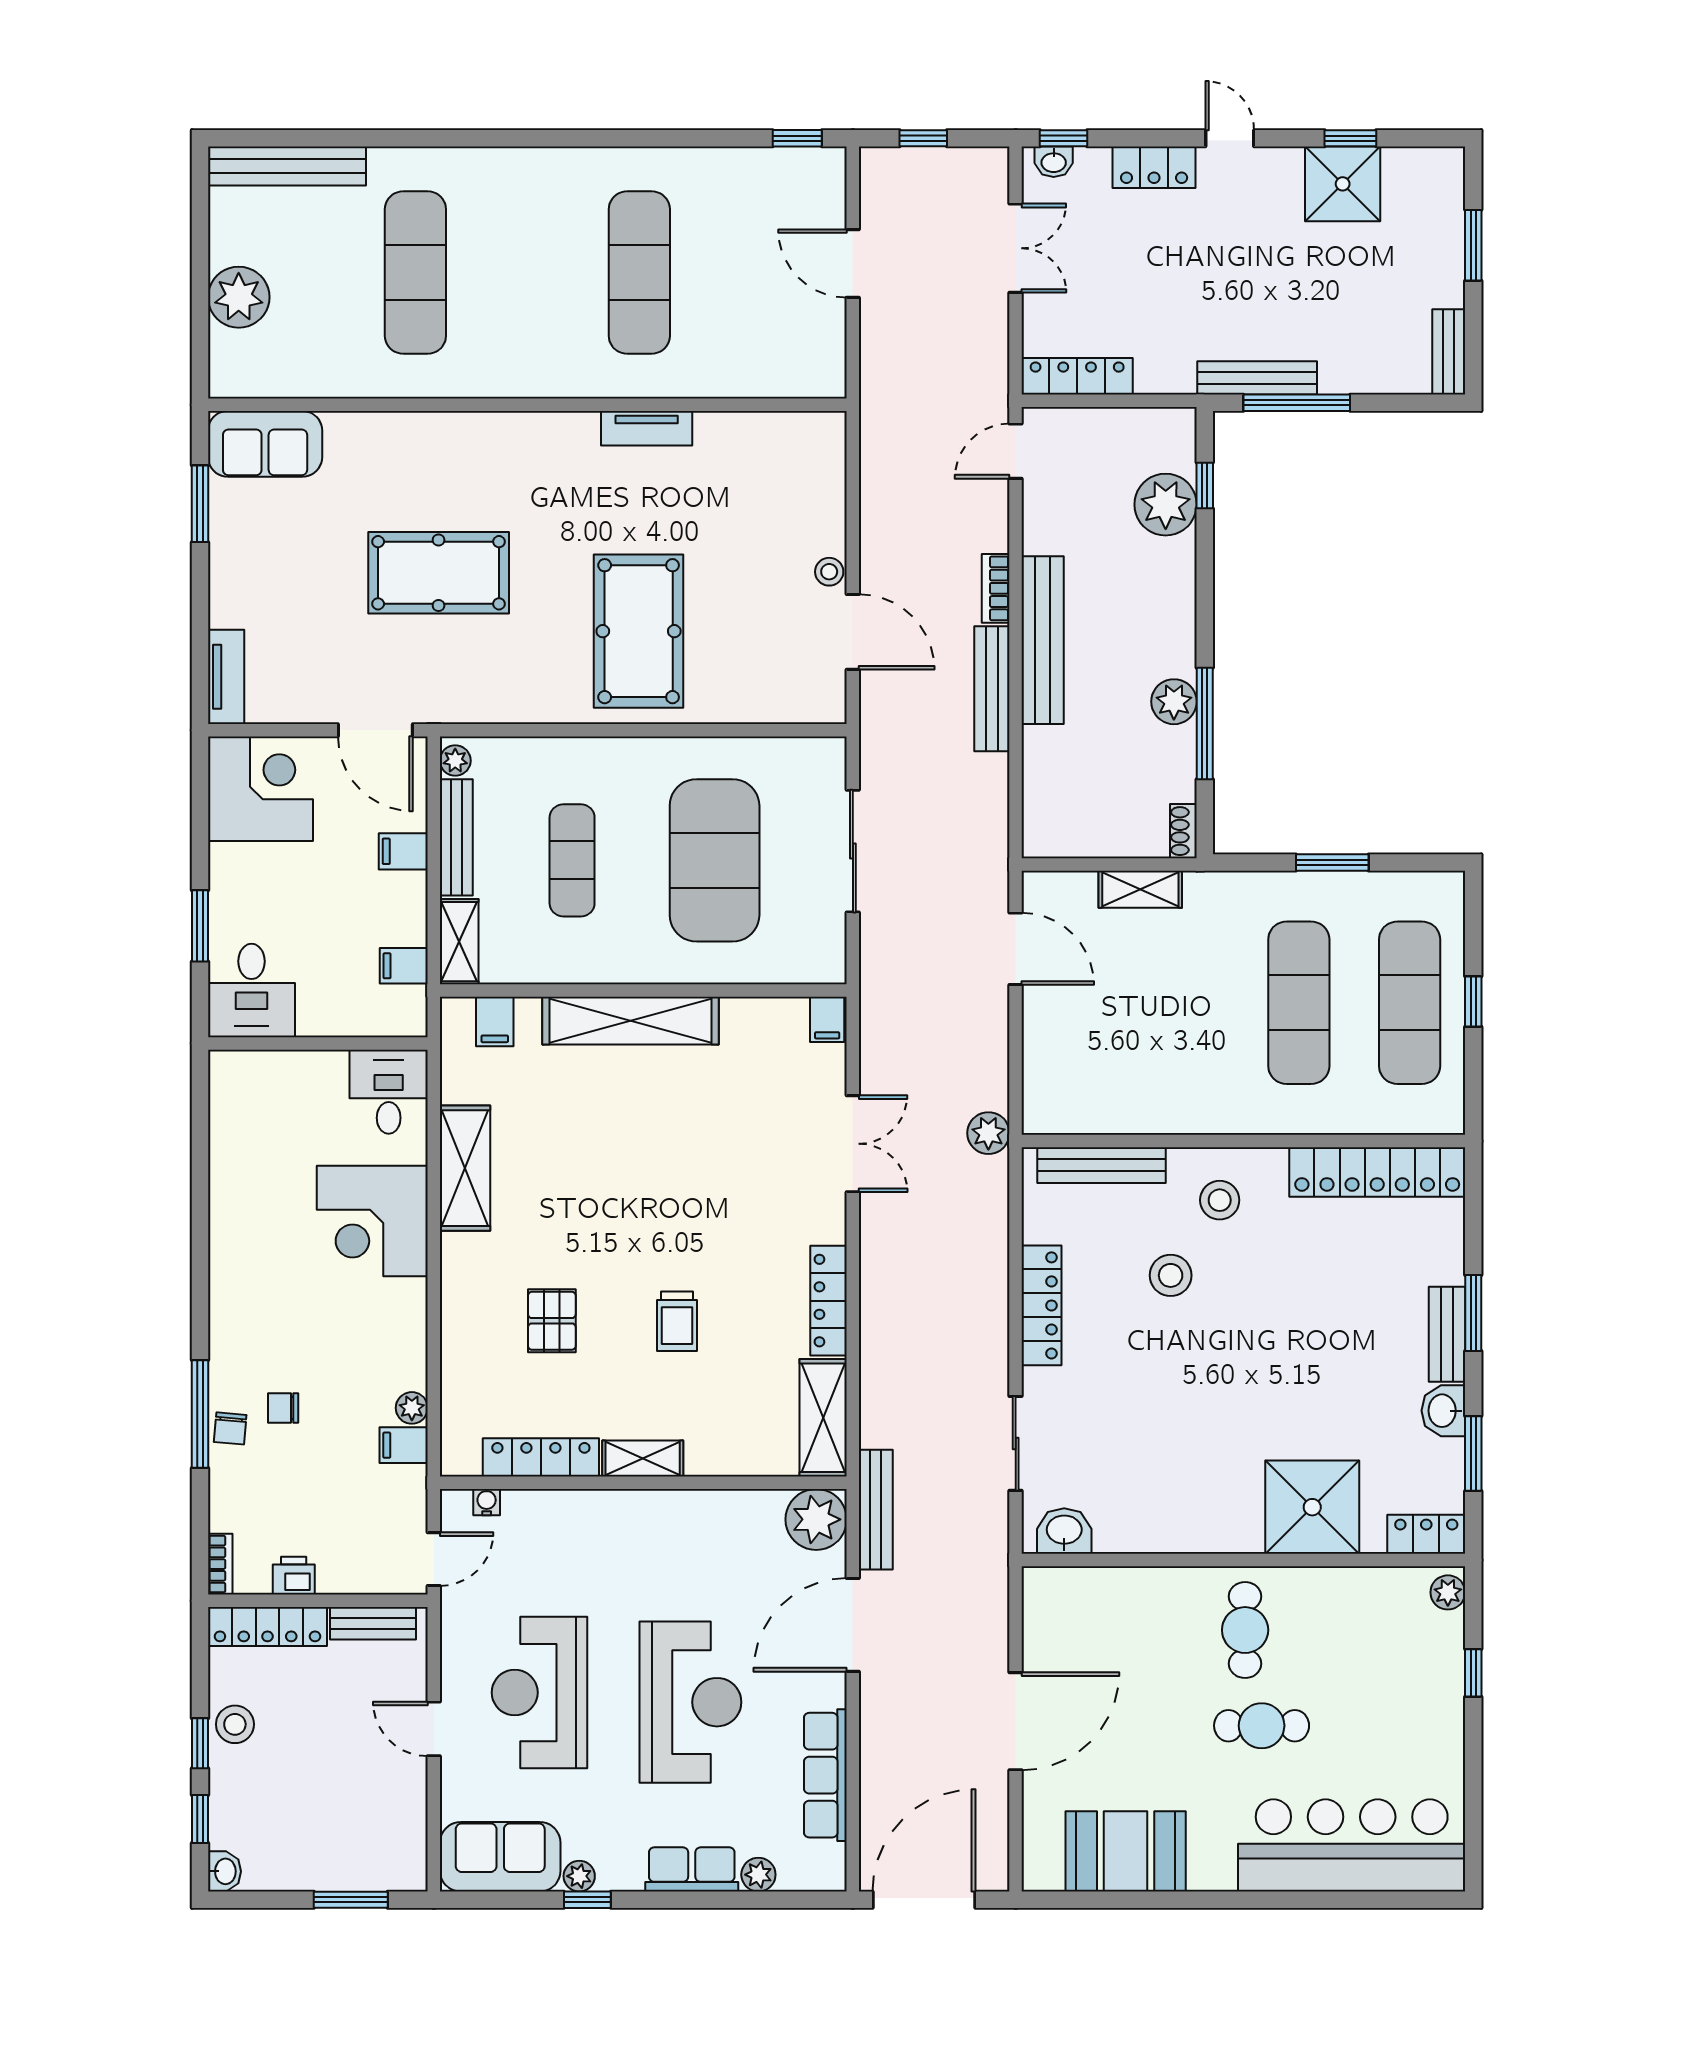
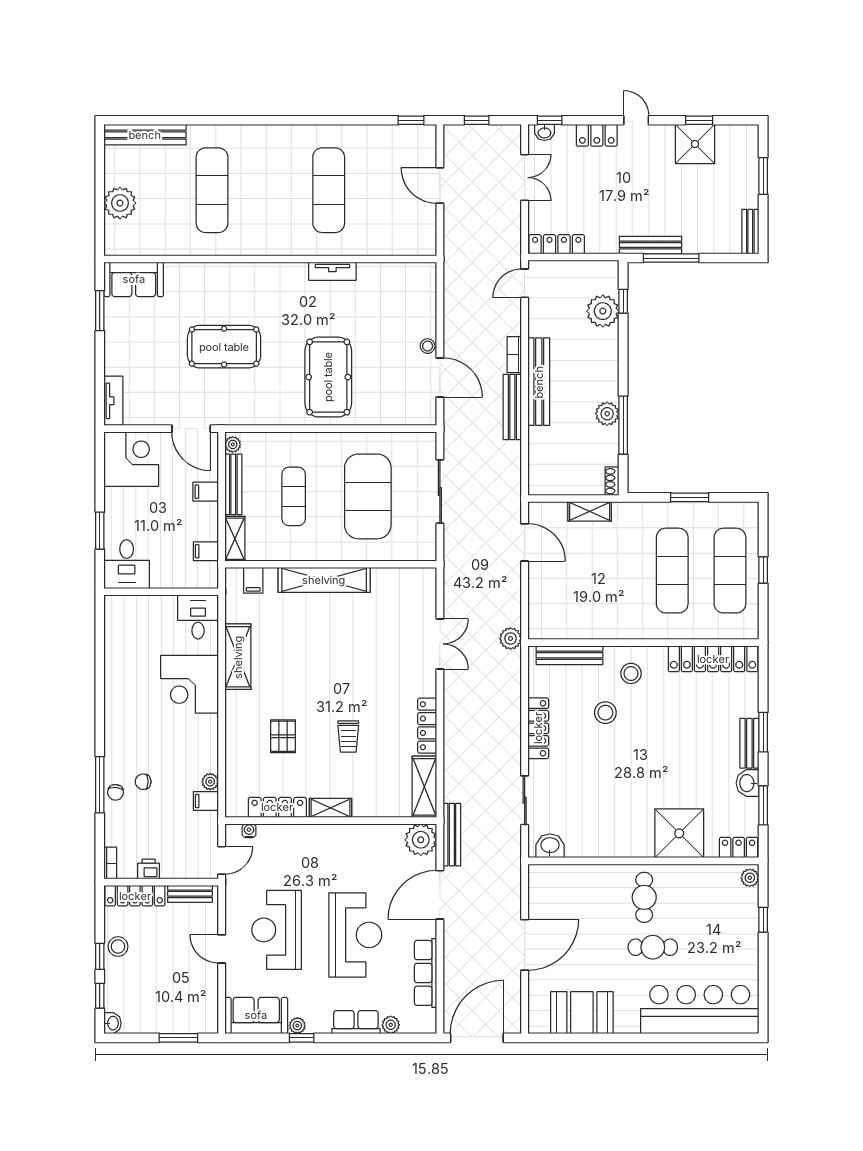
filing cabinet: (827, 1019) -> (426, 579), removed

